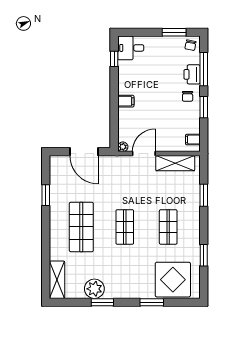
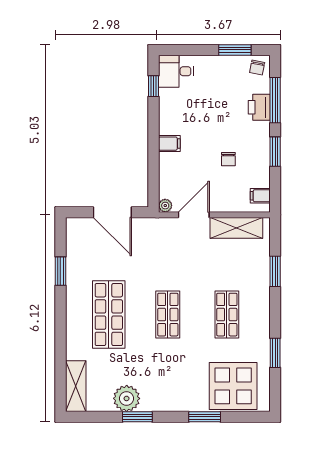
chair: (188, 96) -> (228, 159), moved

